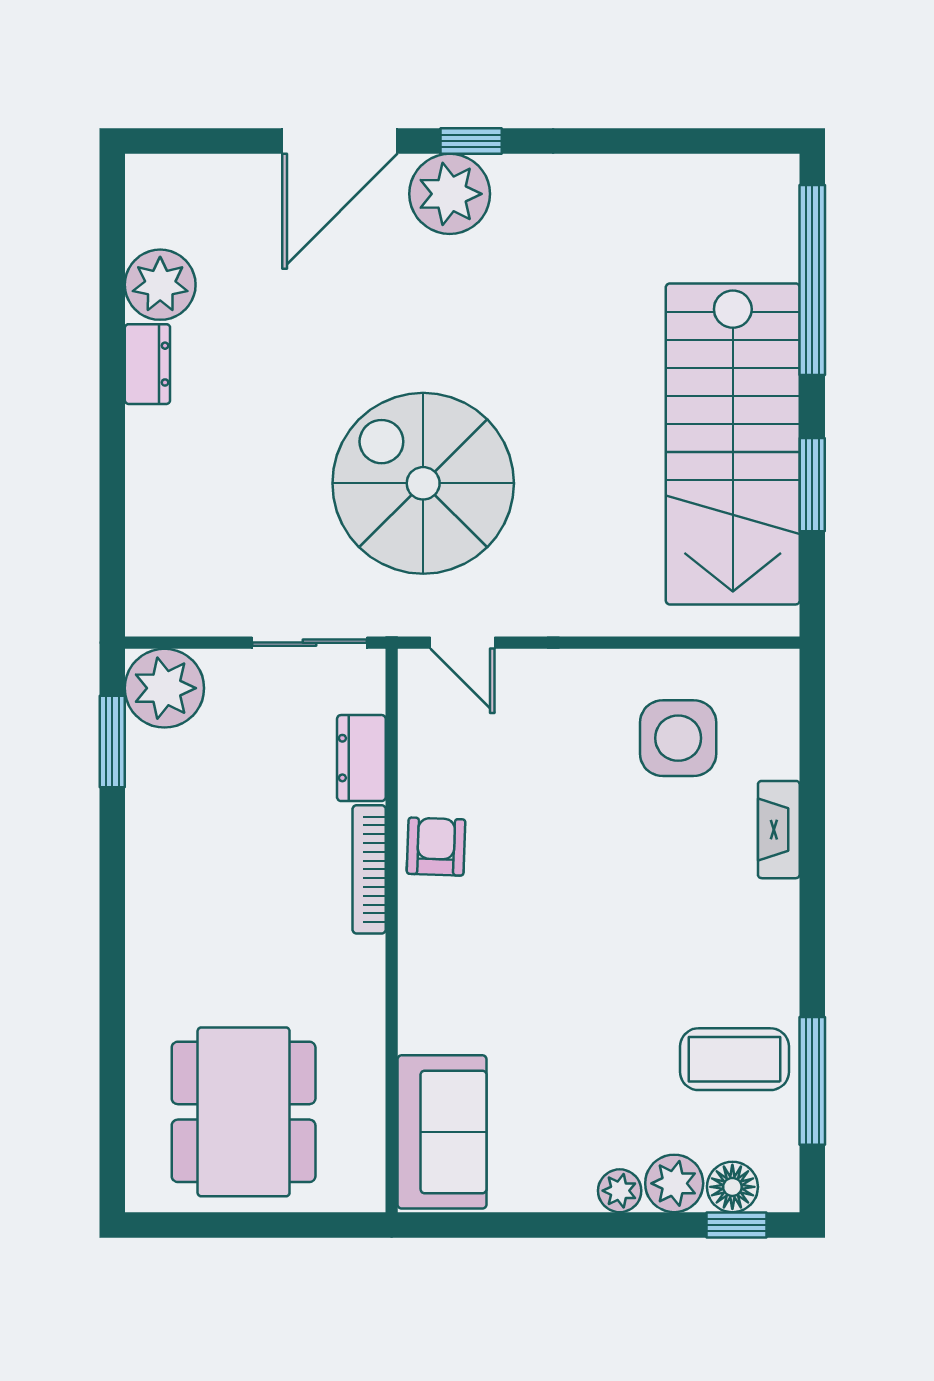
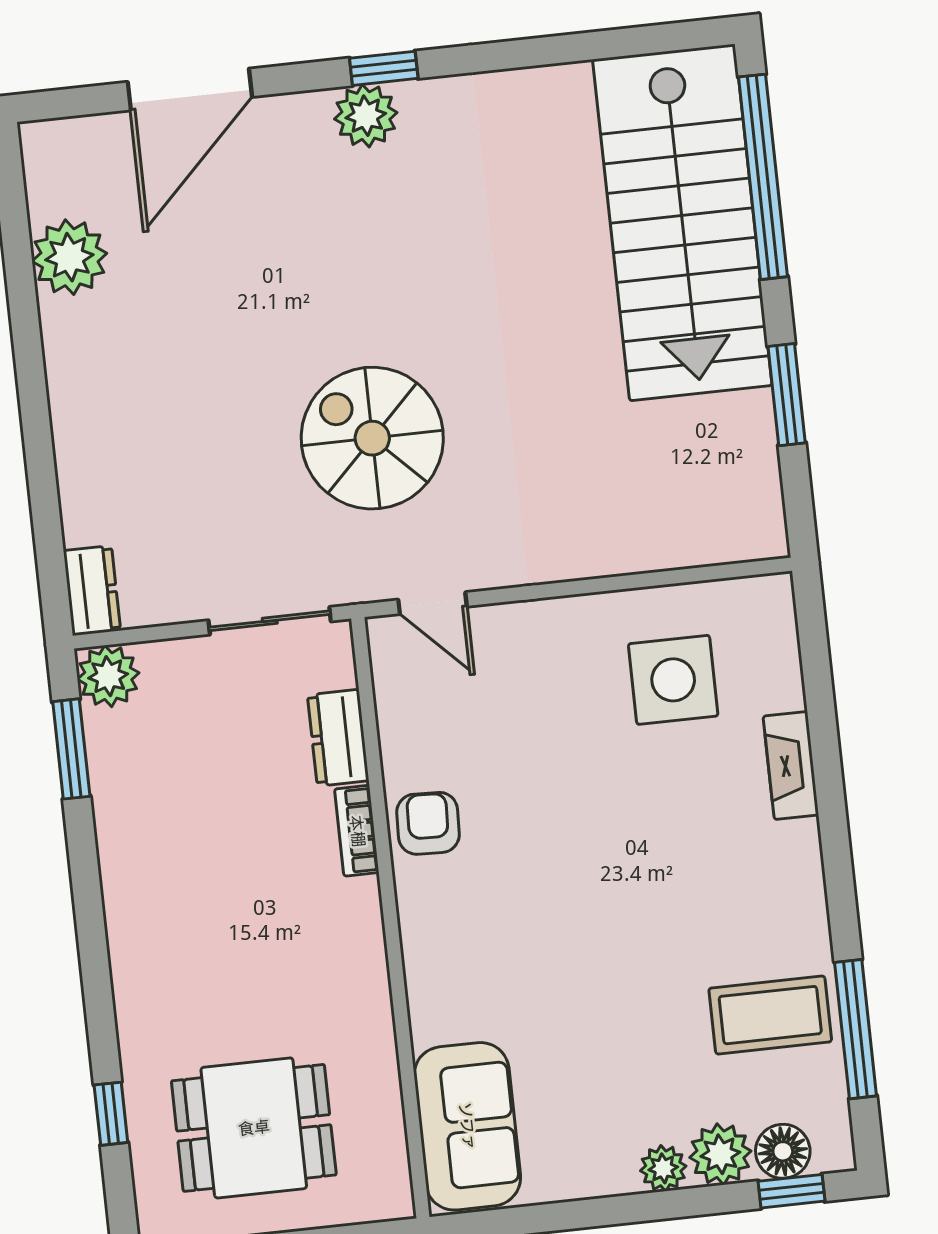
door: (340, 141) -> (190, 89), moved
plant: (450, 194) -> (366, 116), width x0.73, depth x0.73
dresser: (147, 364) -> (92, 591), moved
stairs: (733, 444) -> (682, 222), moved
spiral stairs: (423, 483) -> (372, 438), width x0.73, depth x0.73
plant: (164, 688) -> (108, 676), width x0.73, depth x0.73
bookcase: (369, 869) -> (357, 831), width x0.64
window: (112, 1084) -> (111, 1114), added
dining table: (244, 1112) -> (254, 1128), width x0.73

